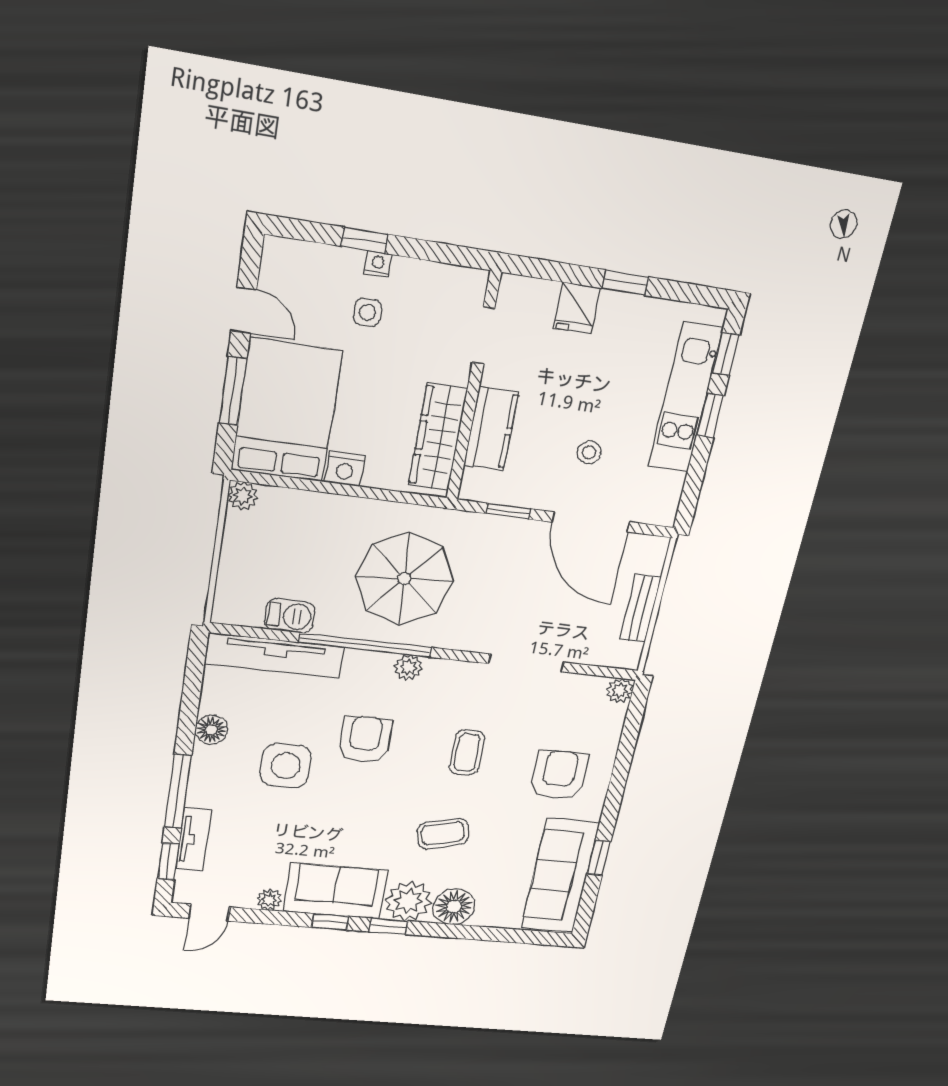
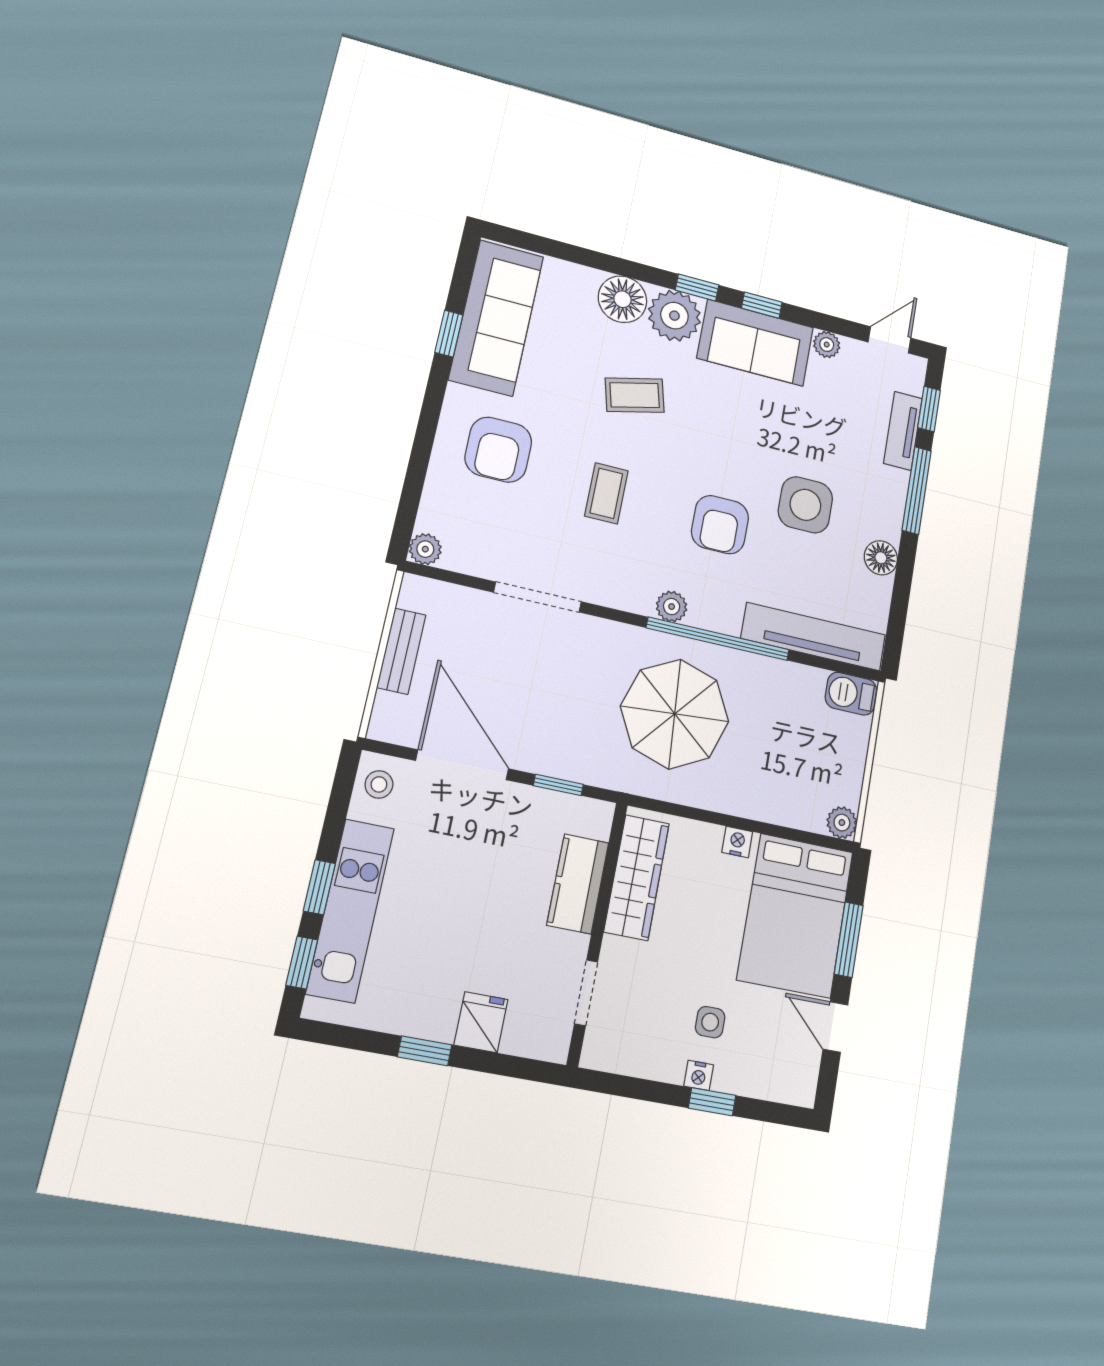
stool: (589, 452) -> (379, 784), moved
nightstand: (345, 469) -> (737, 842), width x0.72, depth x0.74
barbecue: (289, 616) -> (851, 694), moved

